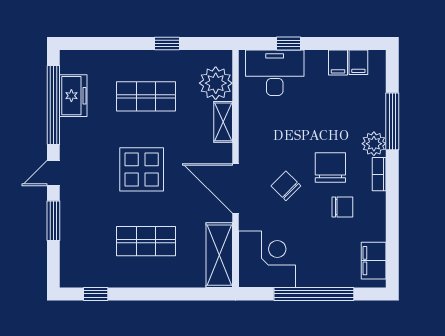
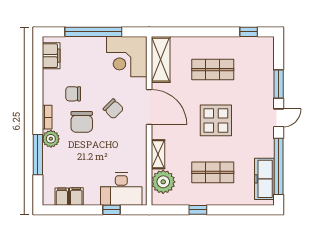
freezer: (73, 96) -> (264, 179), width x1.40

